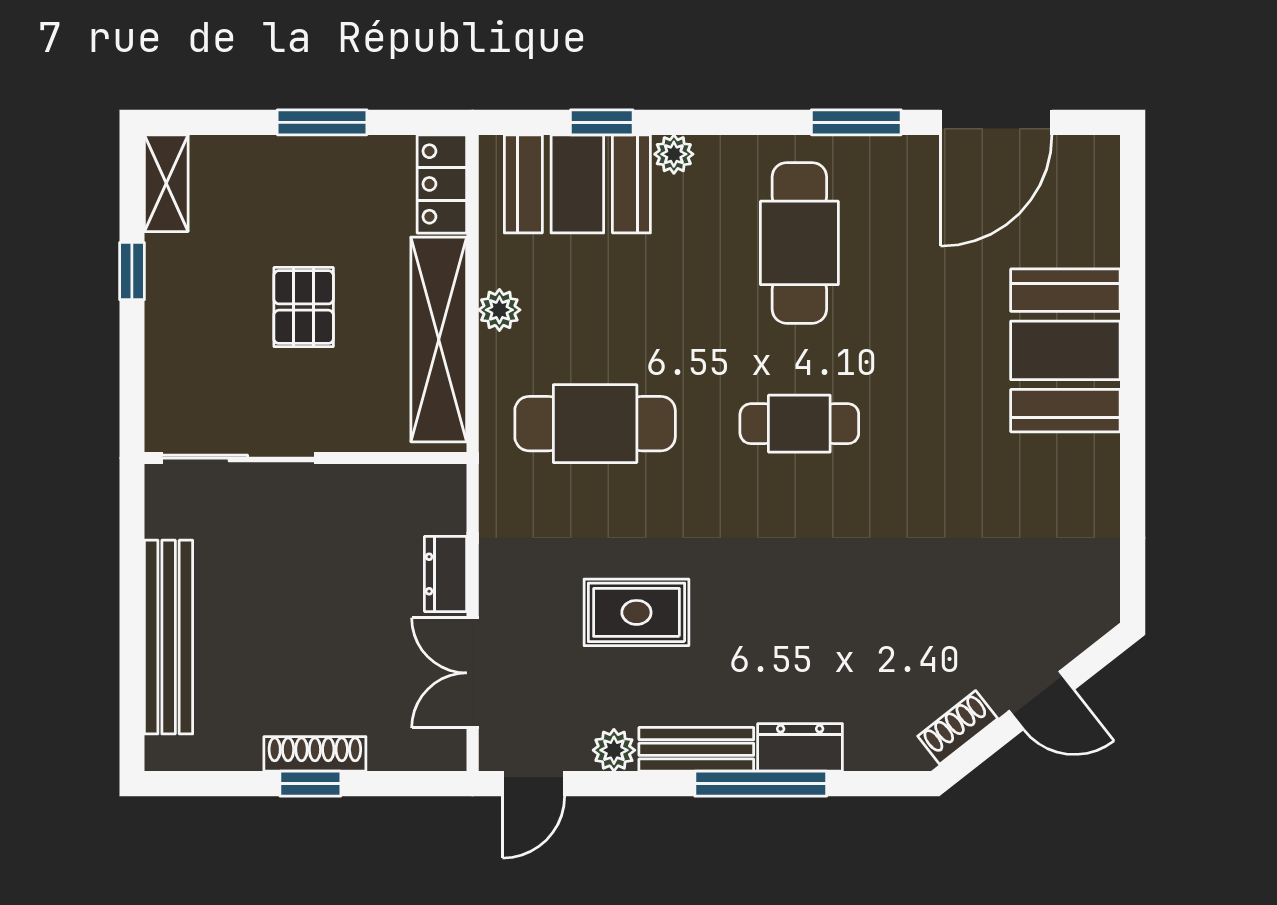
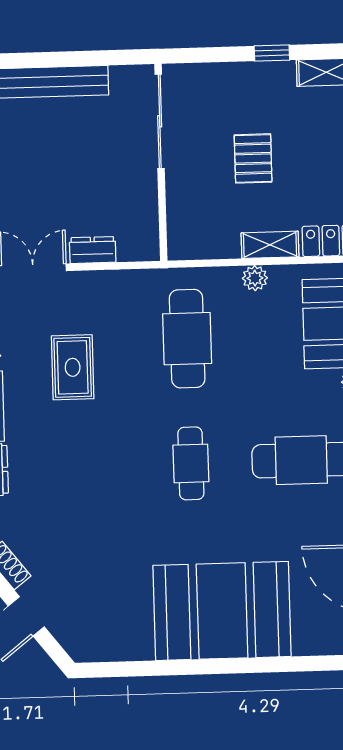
pallet: (304, 307) -> (253, 158), turned 90
shelving: (439, 339) -> (270, 245), width x0.45, depth x0.75
booth: (1065, 350) -> (222, 611), width x1.36, depth x1.42

